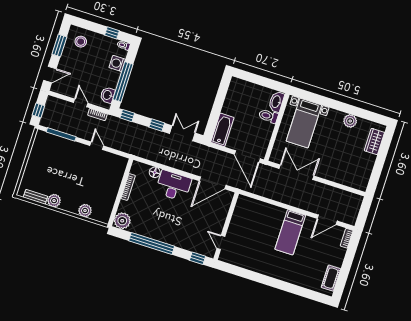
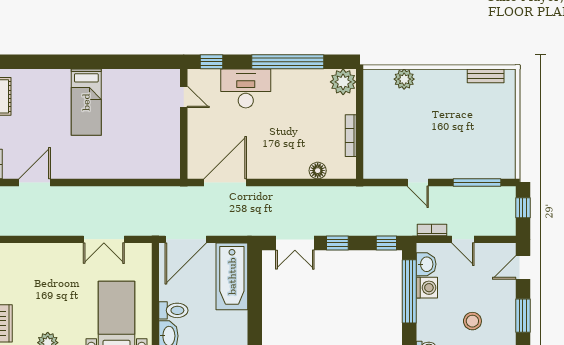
stool: (81, 42) -> (472, 321), moved
washing machine: (117, 63) -> (427, 288), moved
bathtub: (222, 130) -> (232, 276), width x1.36, depth x1.36
door: (247, 156) -> (186, 239), swing flipped
double door: (297, 172) -> (104, 239), width x0.73
desk: (173, 186) -> (246, 88), moved, turned 180
plant: (54, 201) -> (456, 79), removed
bed: (290, 232) -> (86, 102), moved, turned 180

